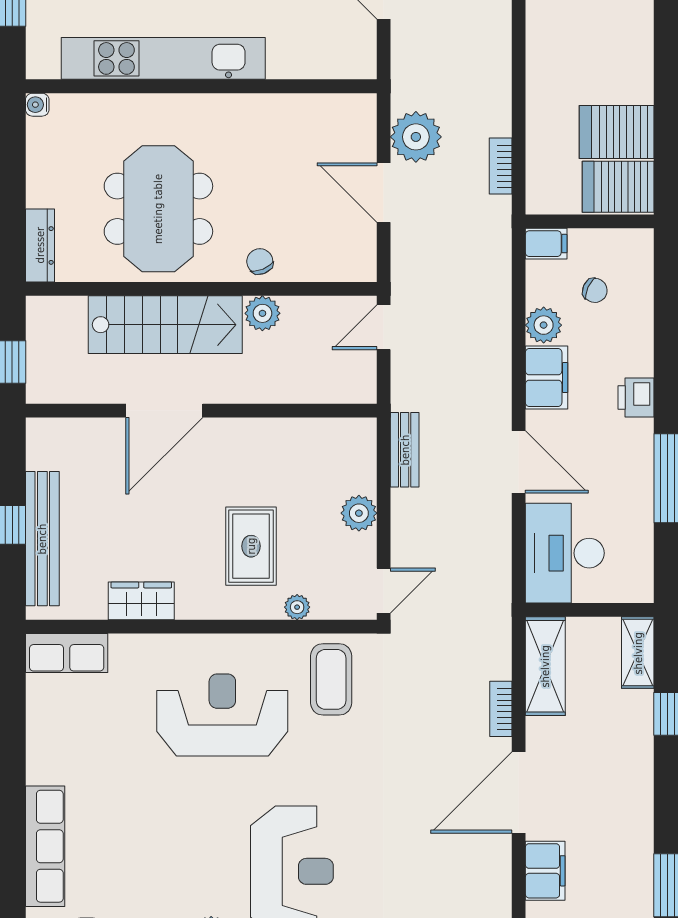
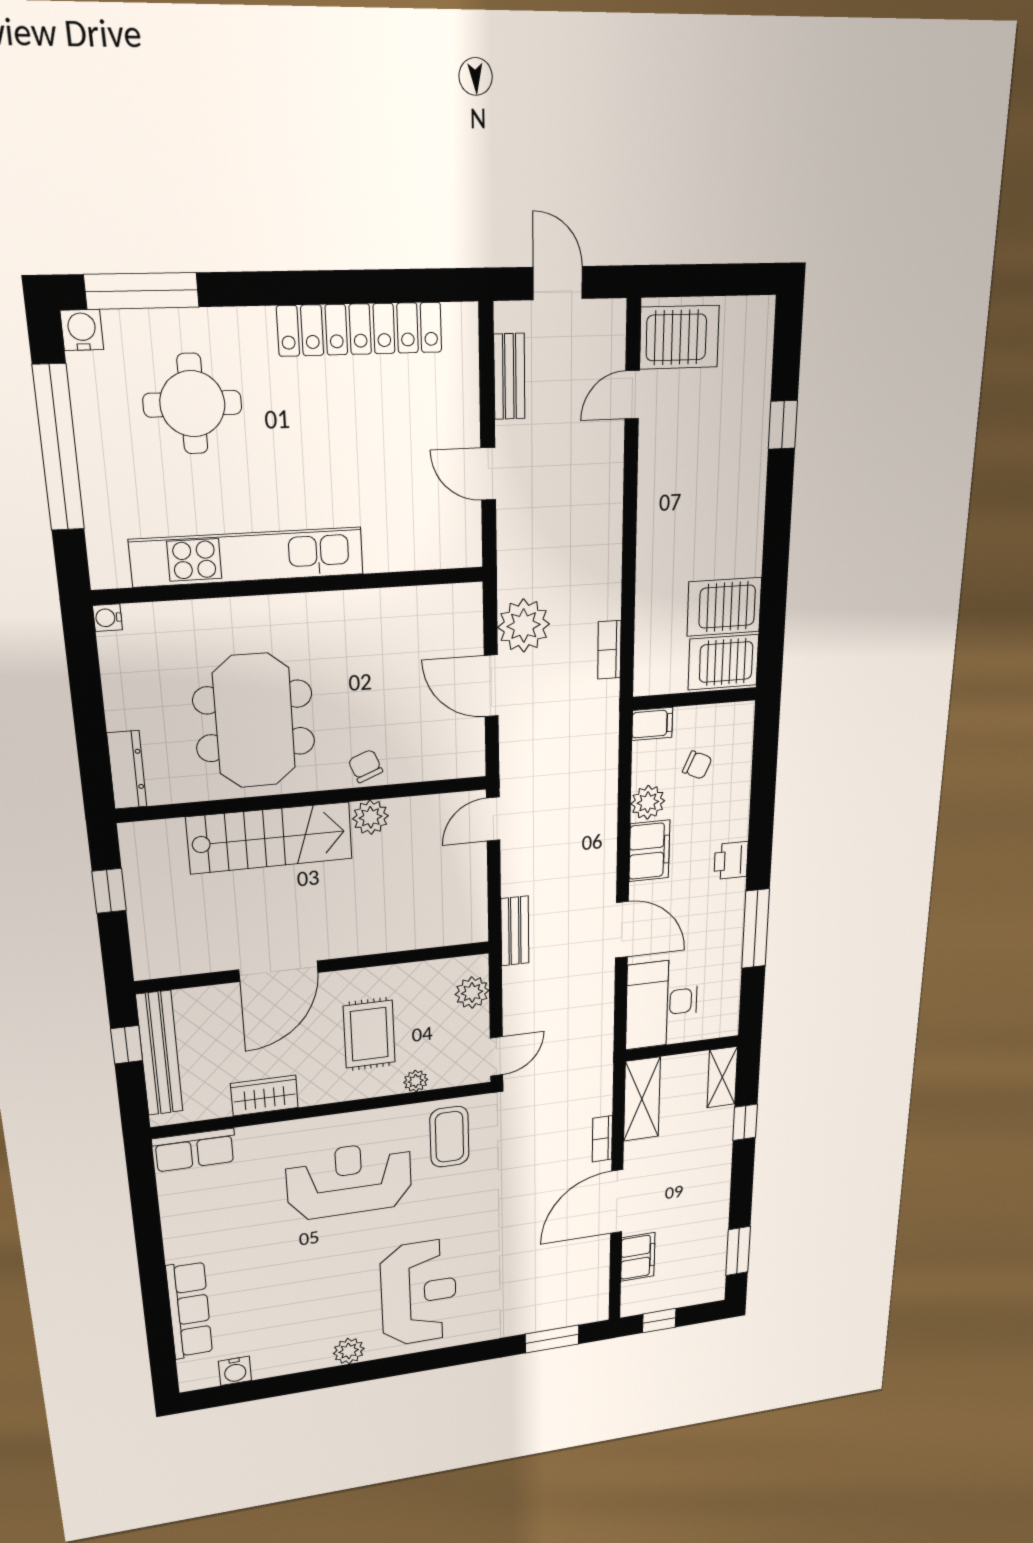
door: (164, 411) -> (279, 971), moved
wall: (201, 411) -> (316, 967), moved

